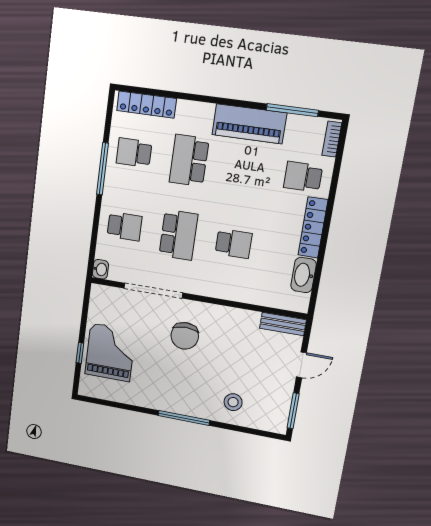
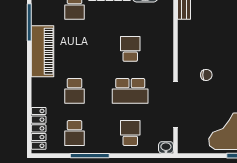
school desk: (189, 161) -> (75, 91), width x0.54
school desk: (178, 235) -> (130, 91), turned 180
chair: (185, 336) -> (206, 75), width x0.54, depth x0.54

